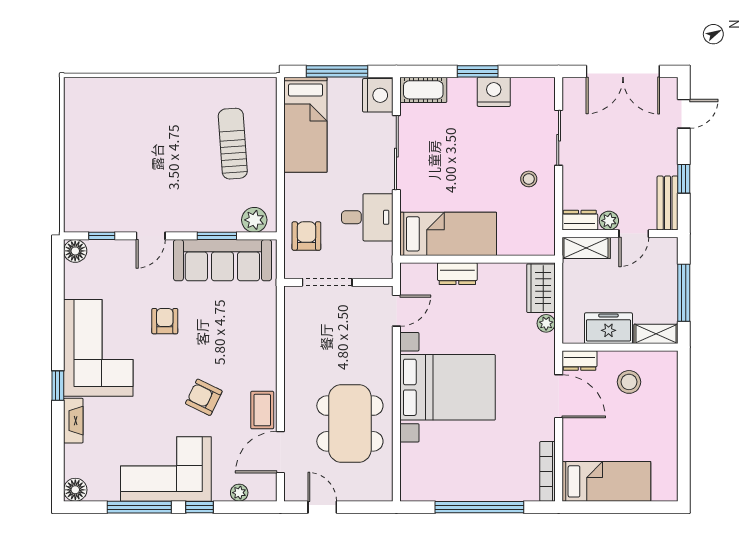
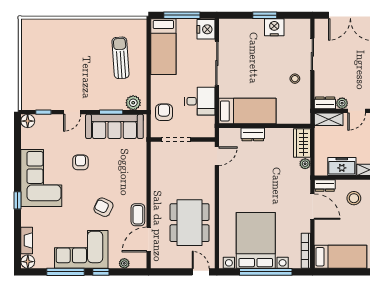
cot: (423, 90) -> (233, 26), removed
bed with nightstands: (448, 387) -> (256, 240), moved, turned -90
fireplace: (73, 421) -> (27, 241), moved
door: (322, 507) -> (201, 272), moved

